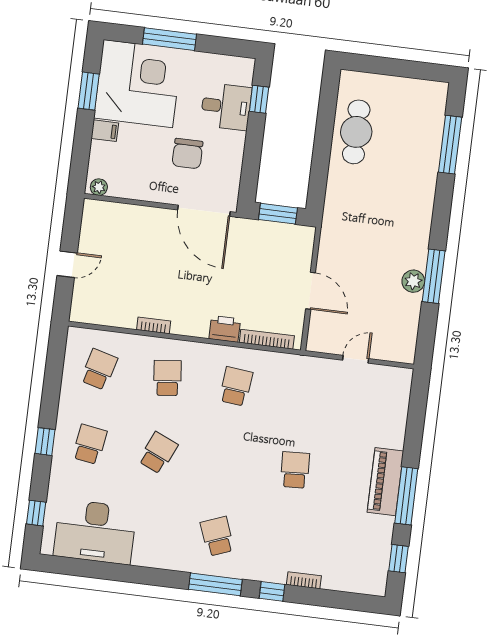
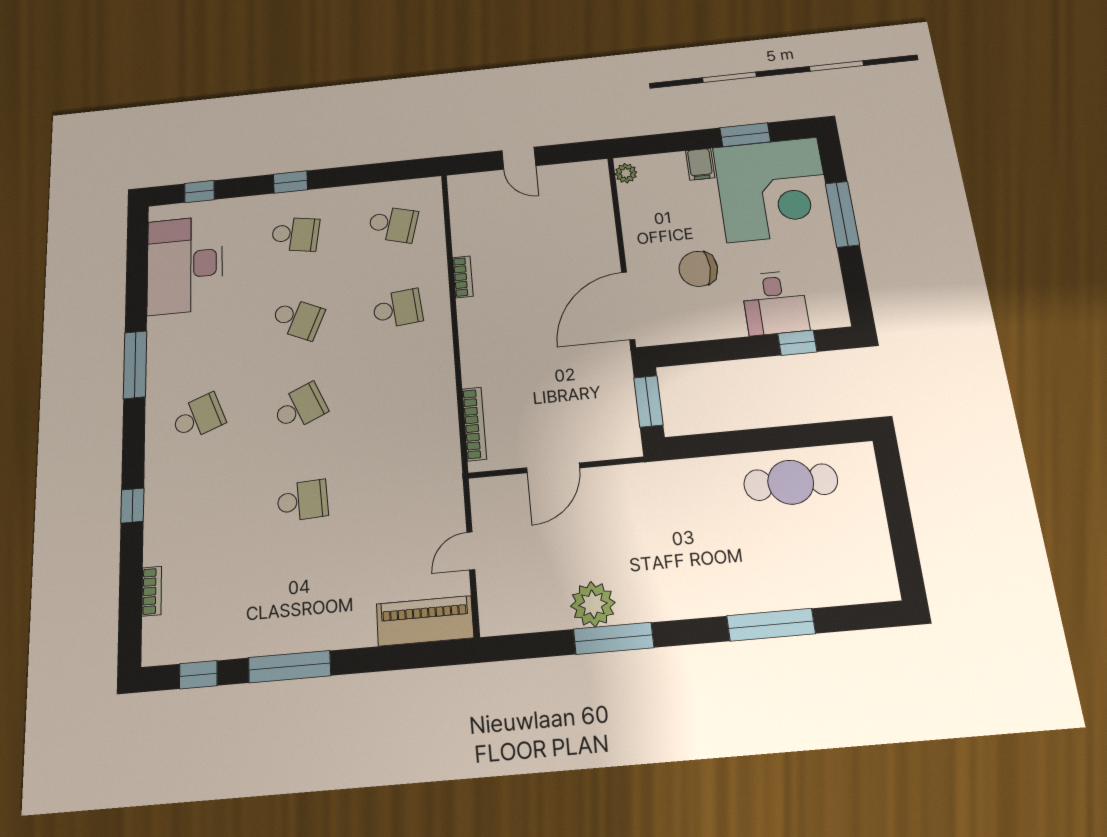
window: (450, 145) -> (771, 625), moved
plant: (413, 281) -> (593, 604), width x1.36, depth x1.36
printer: (225, 329) -> (477, 366), removed
door: (356, 359) -> (471, 551), swing flipped
school desk: (236, 386) -> (300, 407), moved, turned -30
piano: (385, 482) -> (425, 621), moved
bookcase: (304, 580) -> (152, 591), moved
window: (215, 584) -> (135, 365), moved

